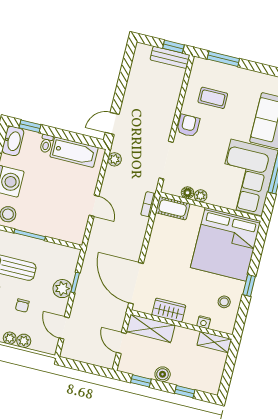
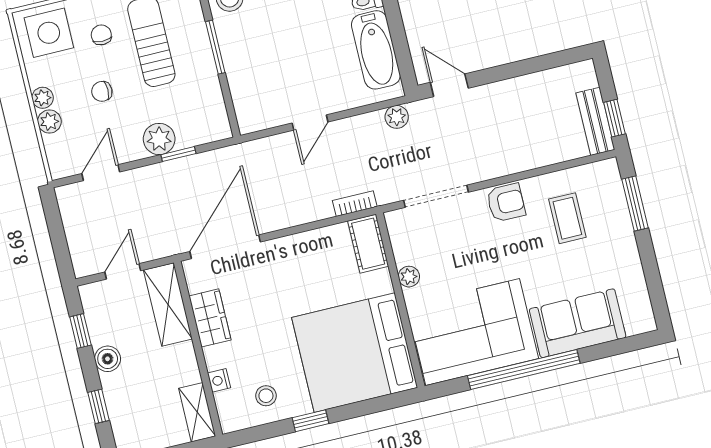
floor lamp: (187, 193) -> (403, 254), removed

